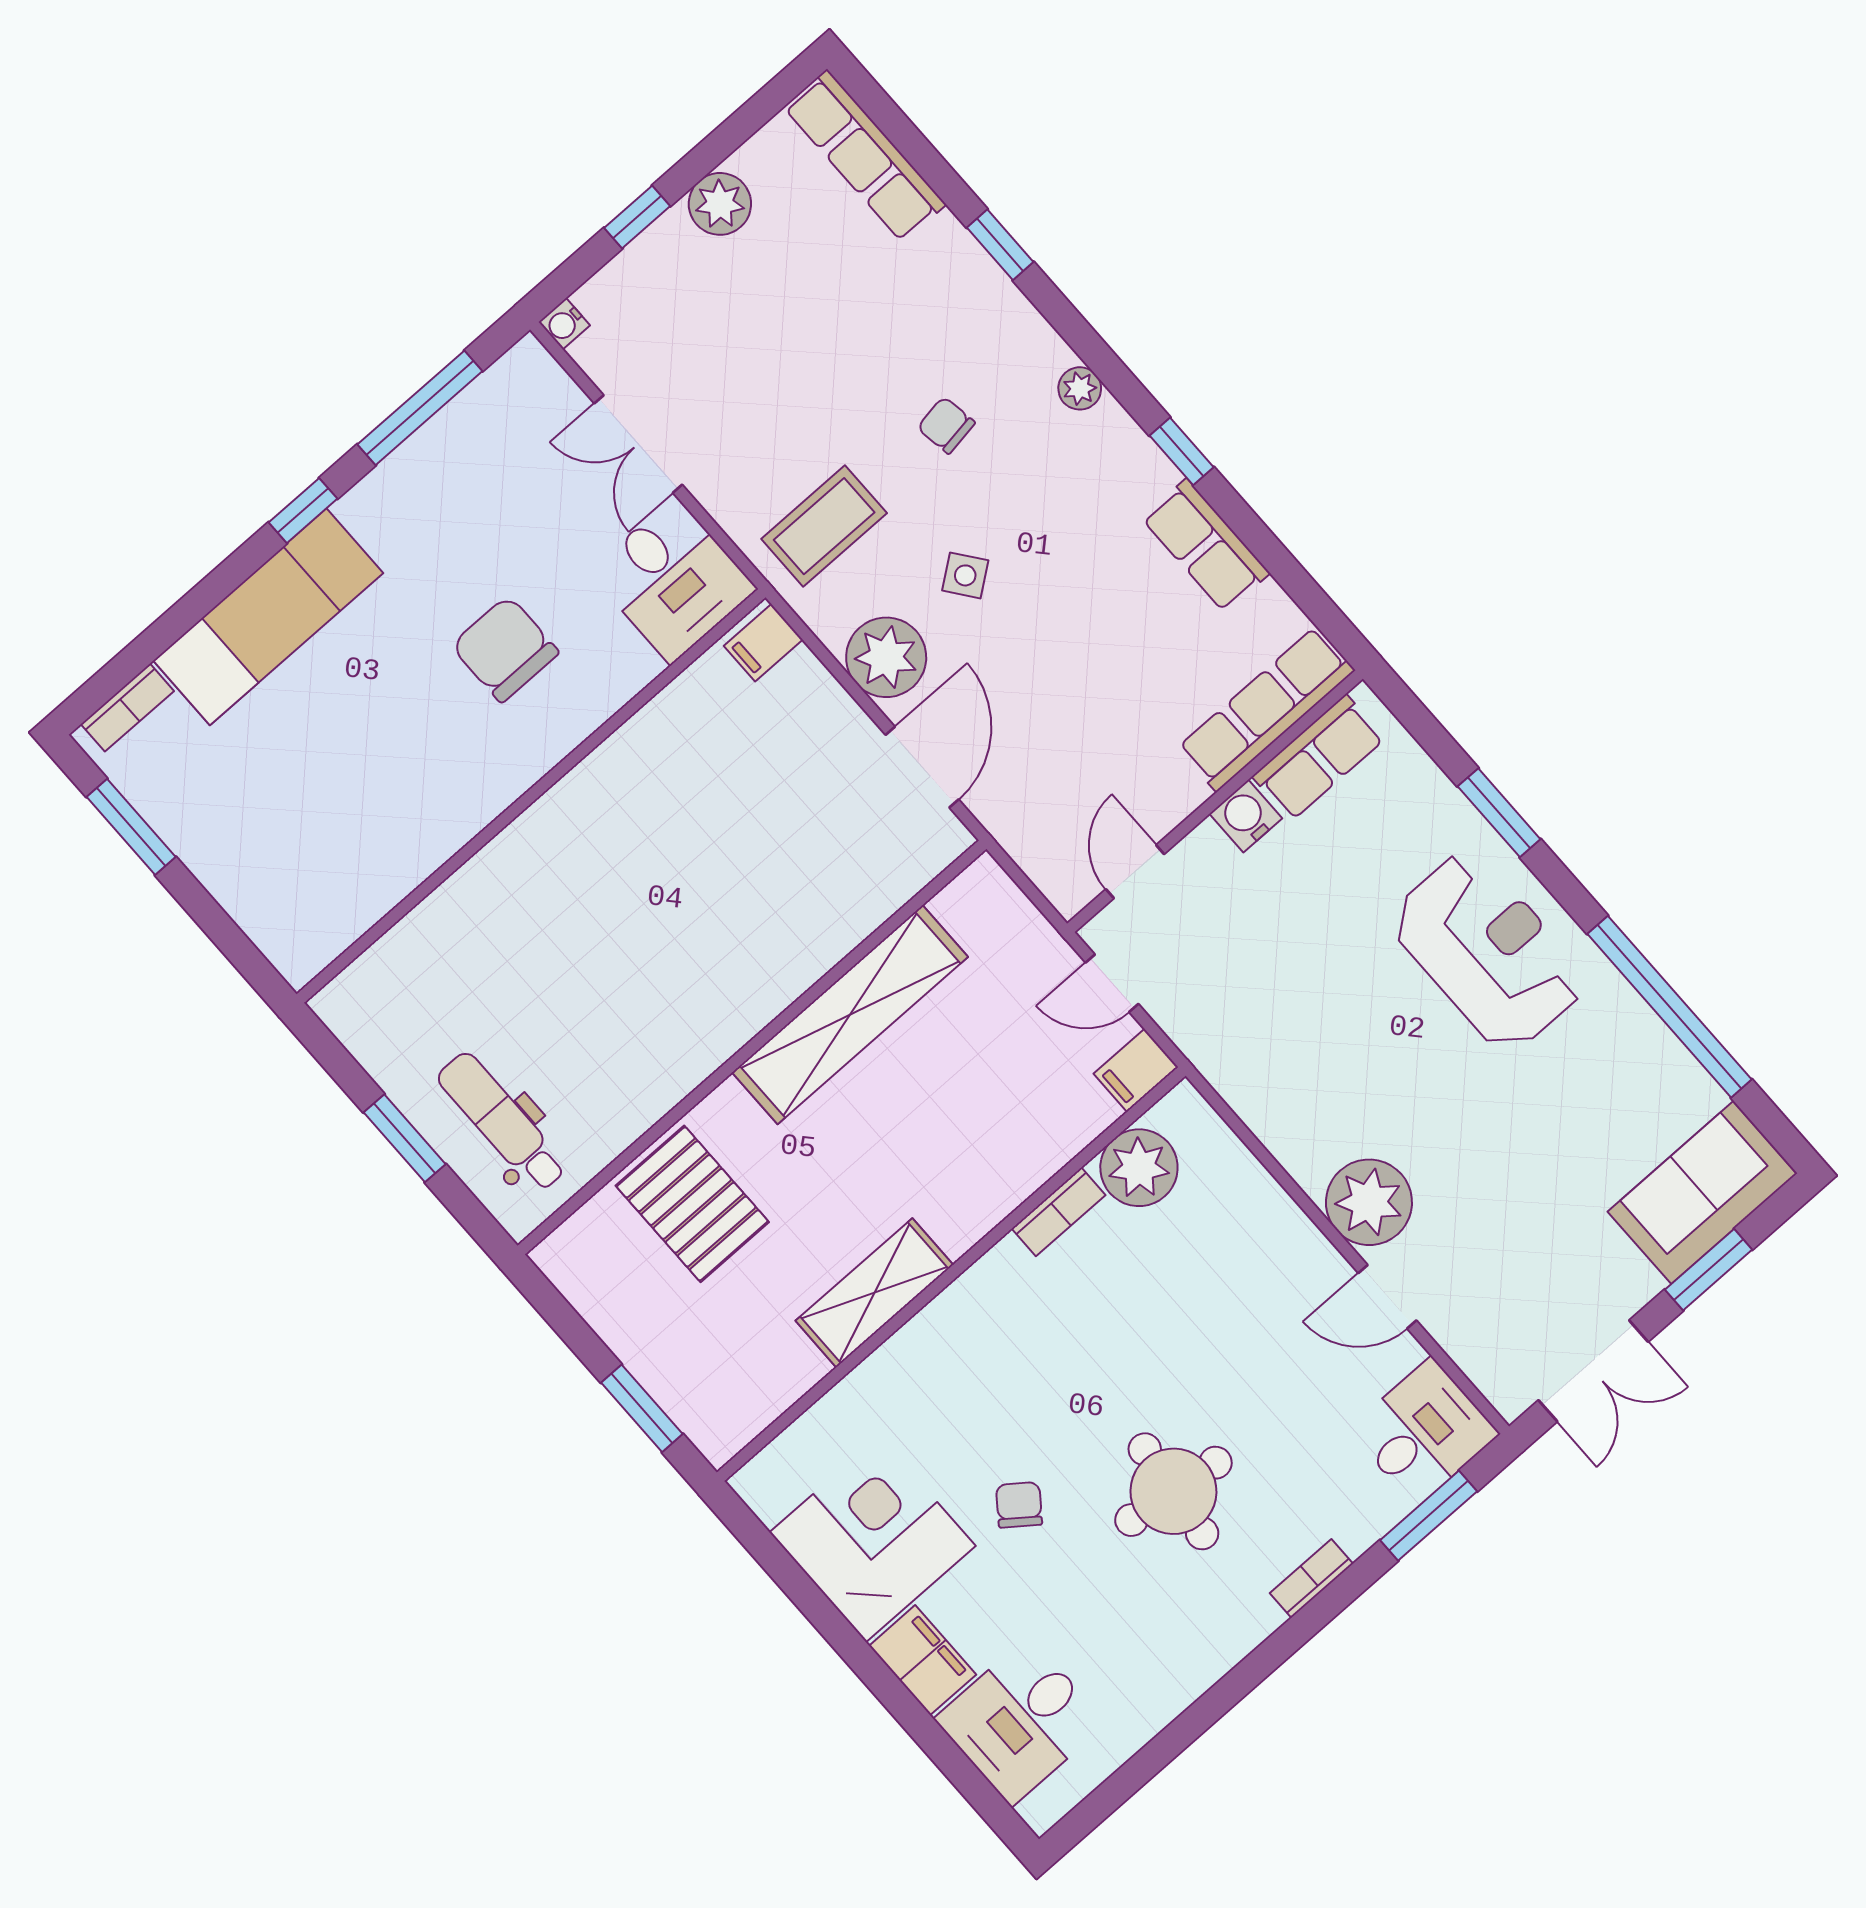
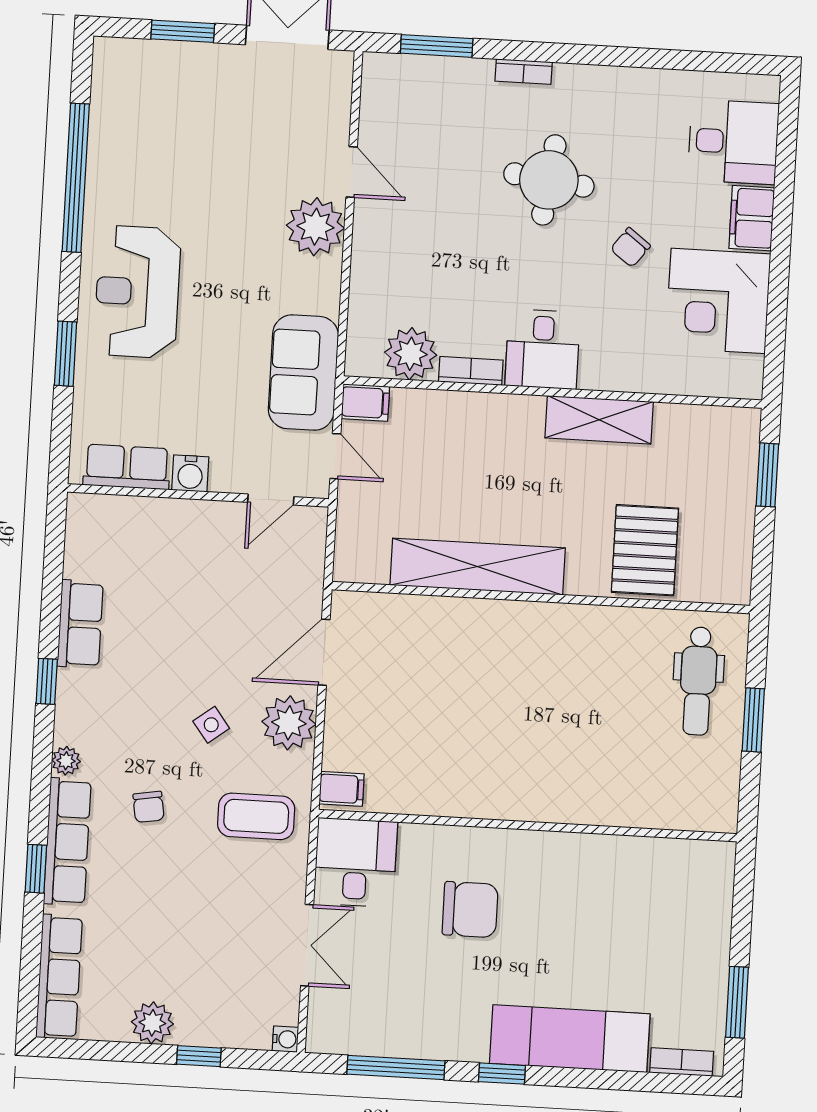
chair: (505, 649) -> (470, 910), turned -90
row of seats: (1266, 709) -> (67, 842), moved, turned -90
sofa: (1702, 1193) -> (303, 373), moved, turned 90
desk: (1424, 1432) -> (543, 349), moved, turned -90

